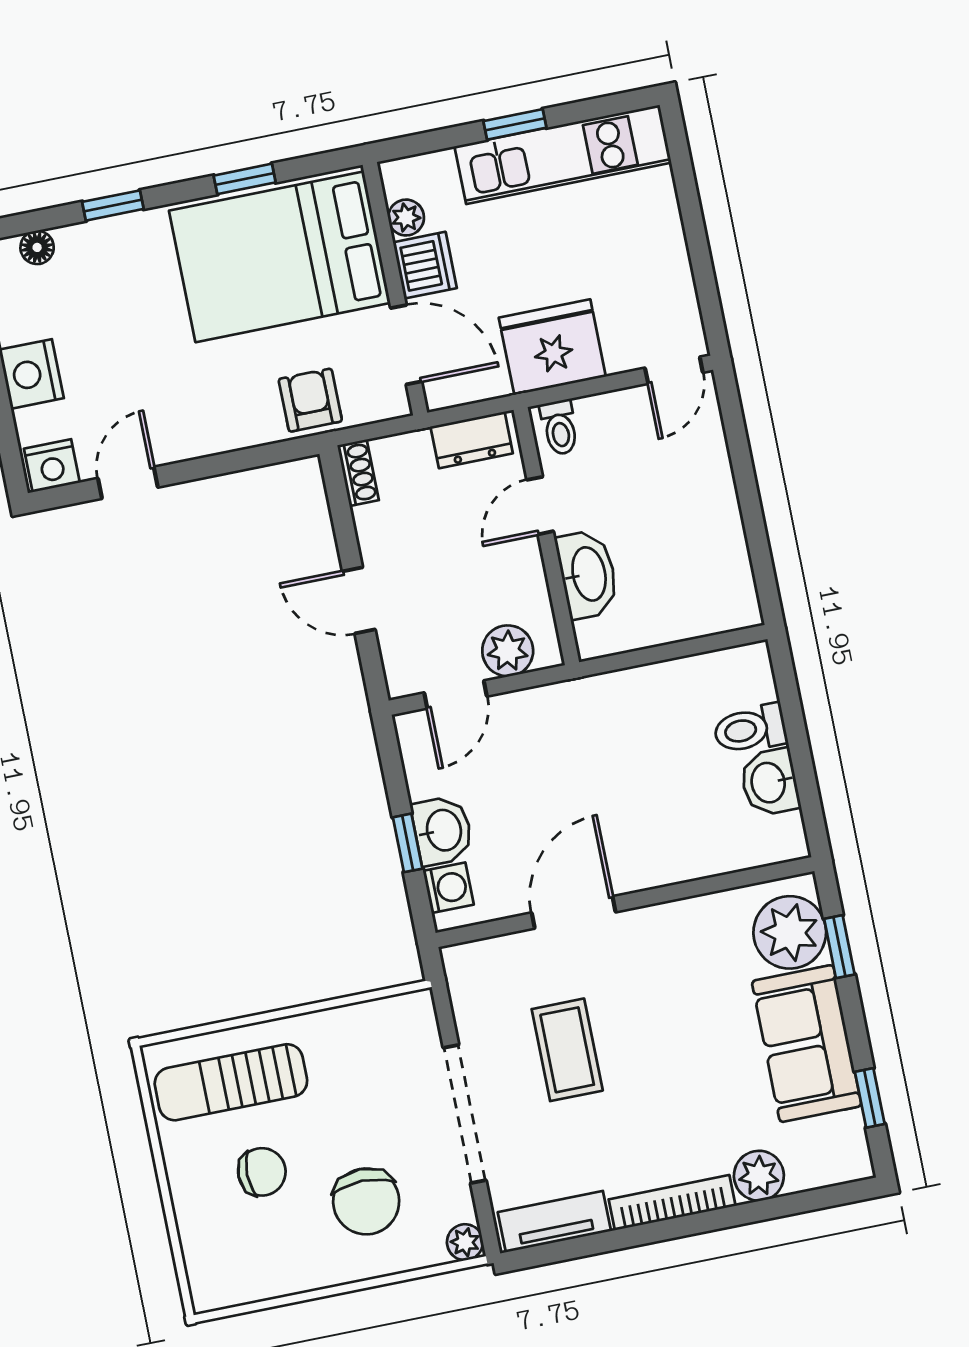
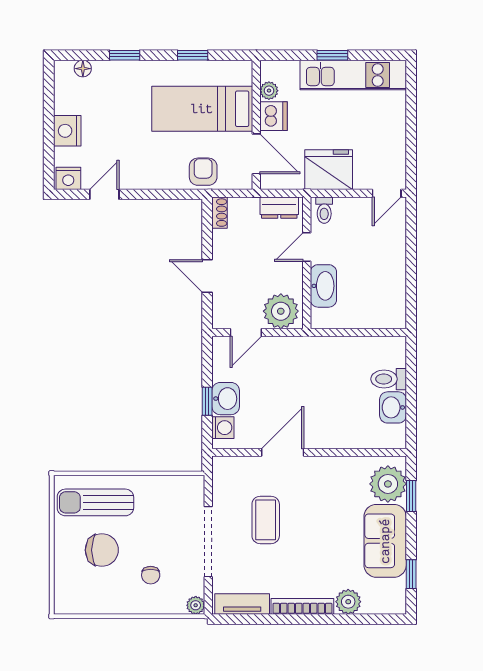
bed: (280, 257) -> (202, 109), width x0.67
plant: (508, 651) -> (281, 311), width x1.36, depth x1.36
chair: (262, 1172) -> (102, 550), width x1.37, depth x1.37
chair: (366, 1201) -> (151, 575), width x0.54, depth x0.54

